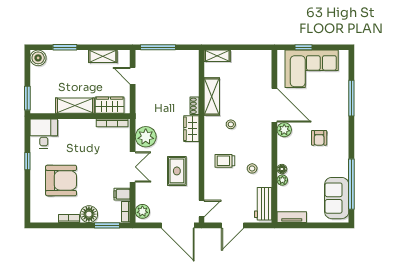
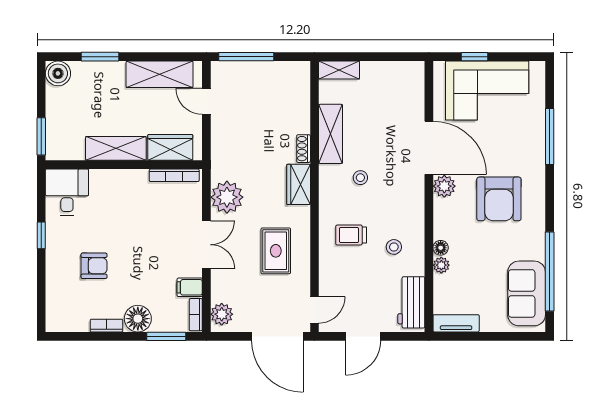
shelving: (103, 56) -> (160, 74), width x1.50, depth x1.33
armchair: (319, 138) -> (499, 199), width x1.88, depth x1.88
armchair: (61, 180) -> (94, 266), width x0.53, depth x0.53

